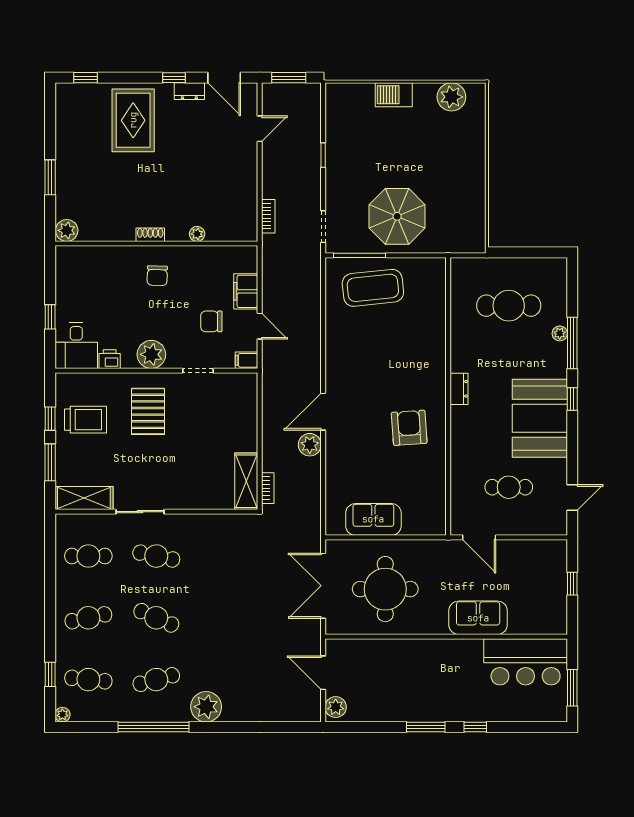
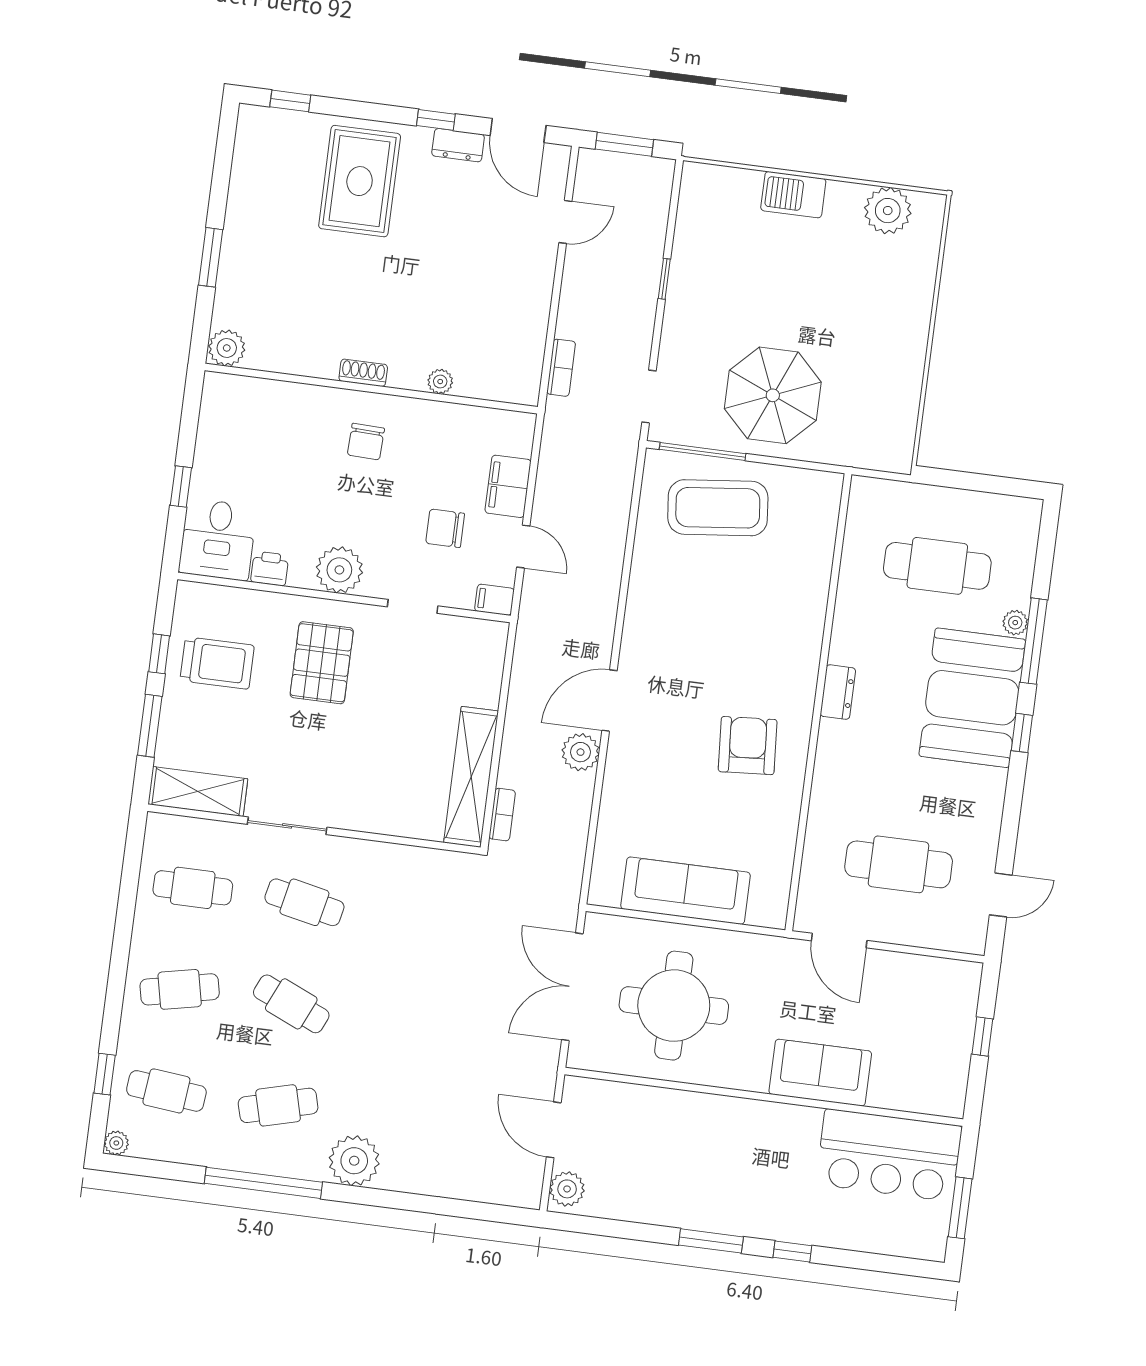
booth: (540, 418) -> (972, 698), moved
shelving: (246, 481) -> (471, 777), width x1.47
cafe table: (509, 487) -> (899, 864), width x1.37, depth x1.35
sofa: (373, 519) -> (686, 891), width x1.36

